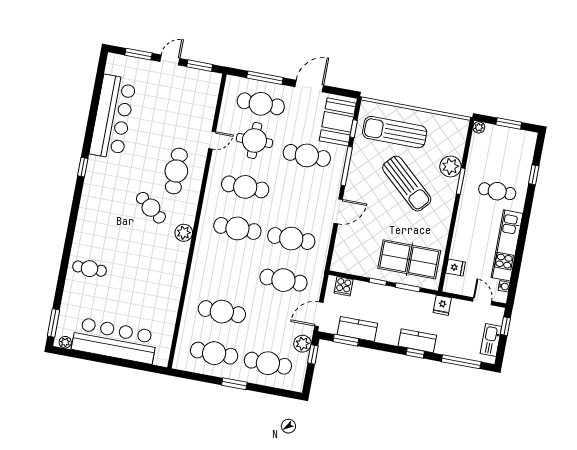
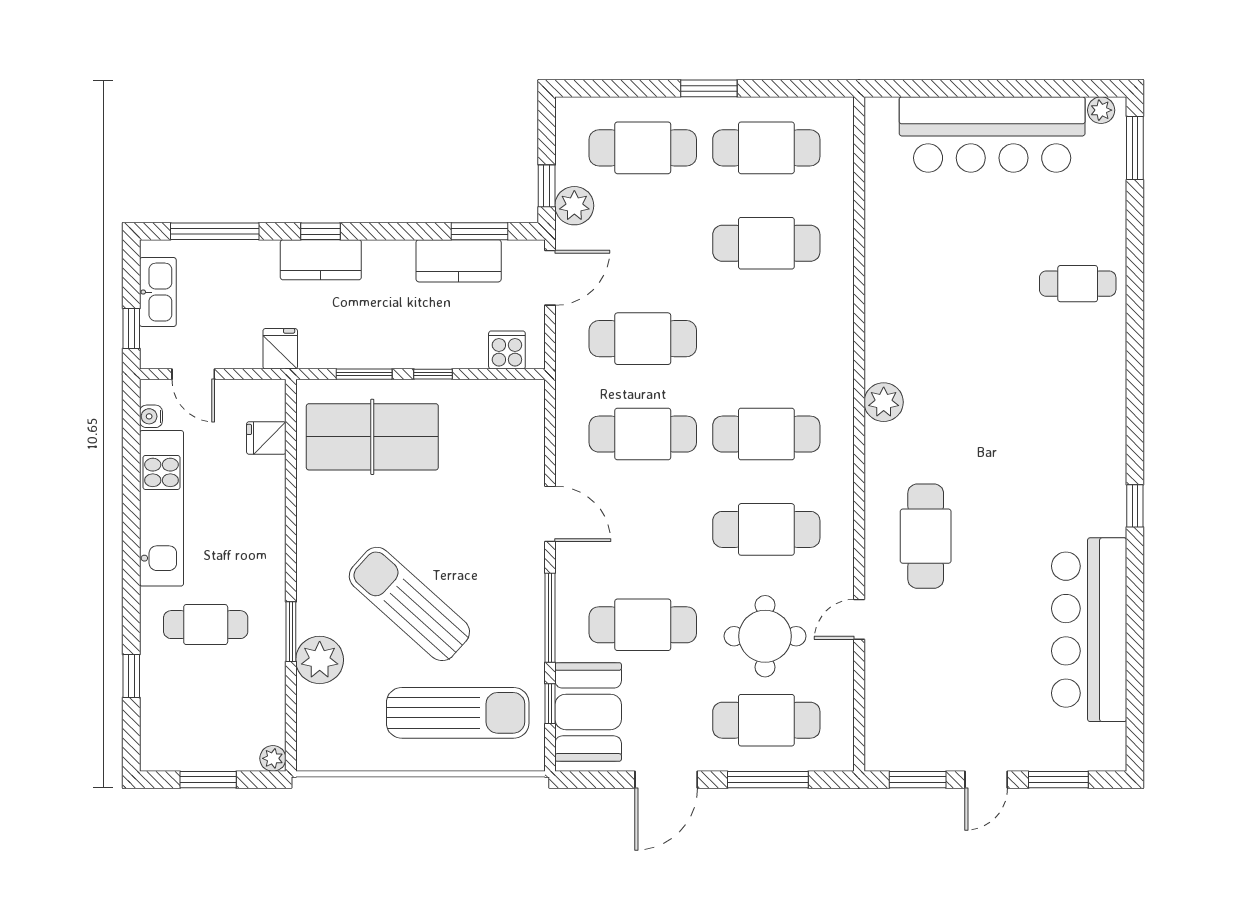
cafe table: (151, 208) -> (967, 444), removed
door: (338, 211) -> (550, 514), swing flipped

